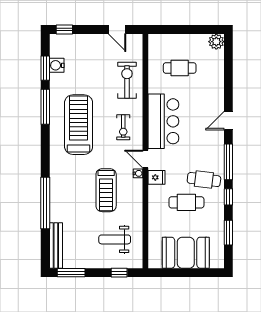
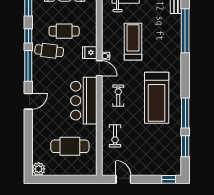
water cooler: (57, 65) -> (175, 149), removed
cafe table: (180, 68) -> (70, 146), width x1.37, depth x1.35
exercise bike: (127, 80) -> (115, 136), width x0.73, depth x0.72

